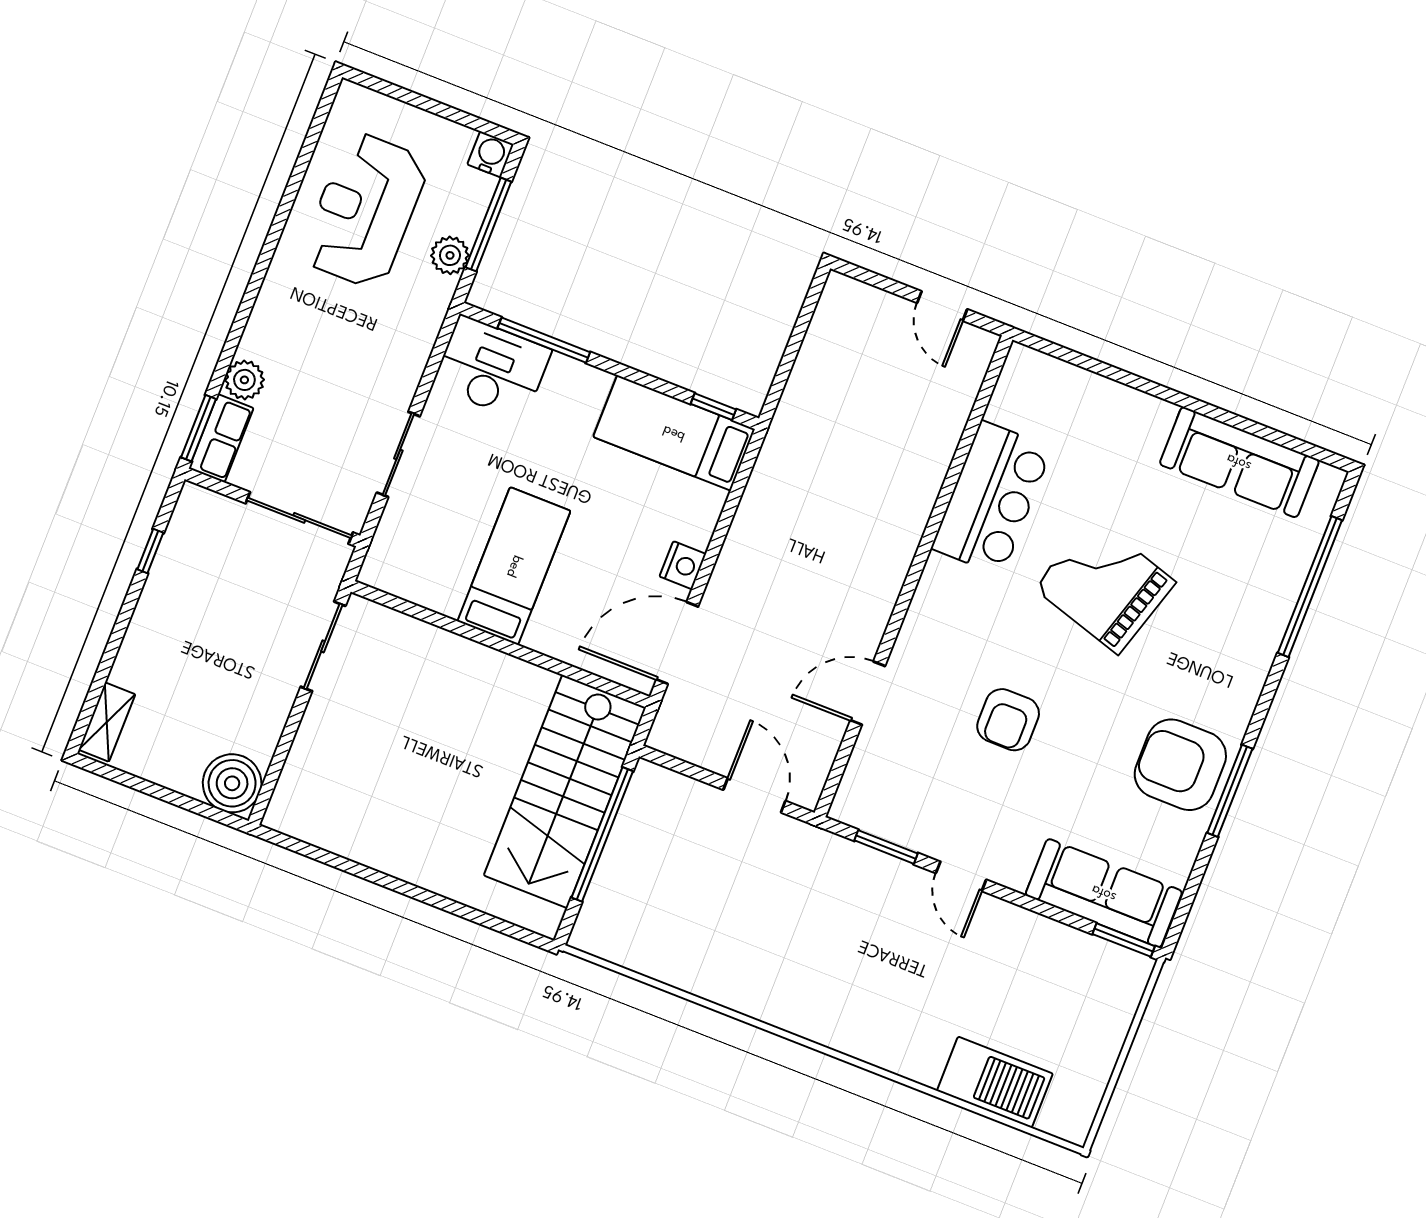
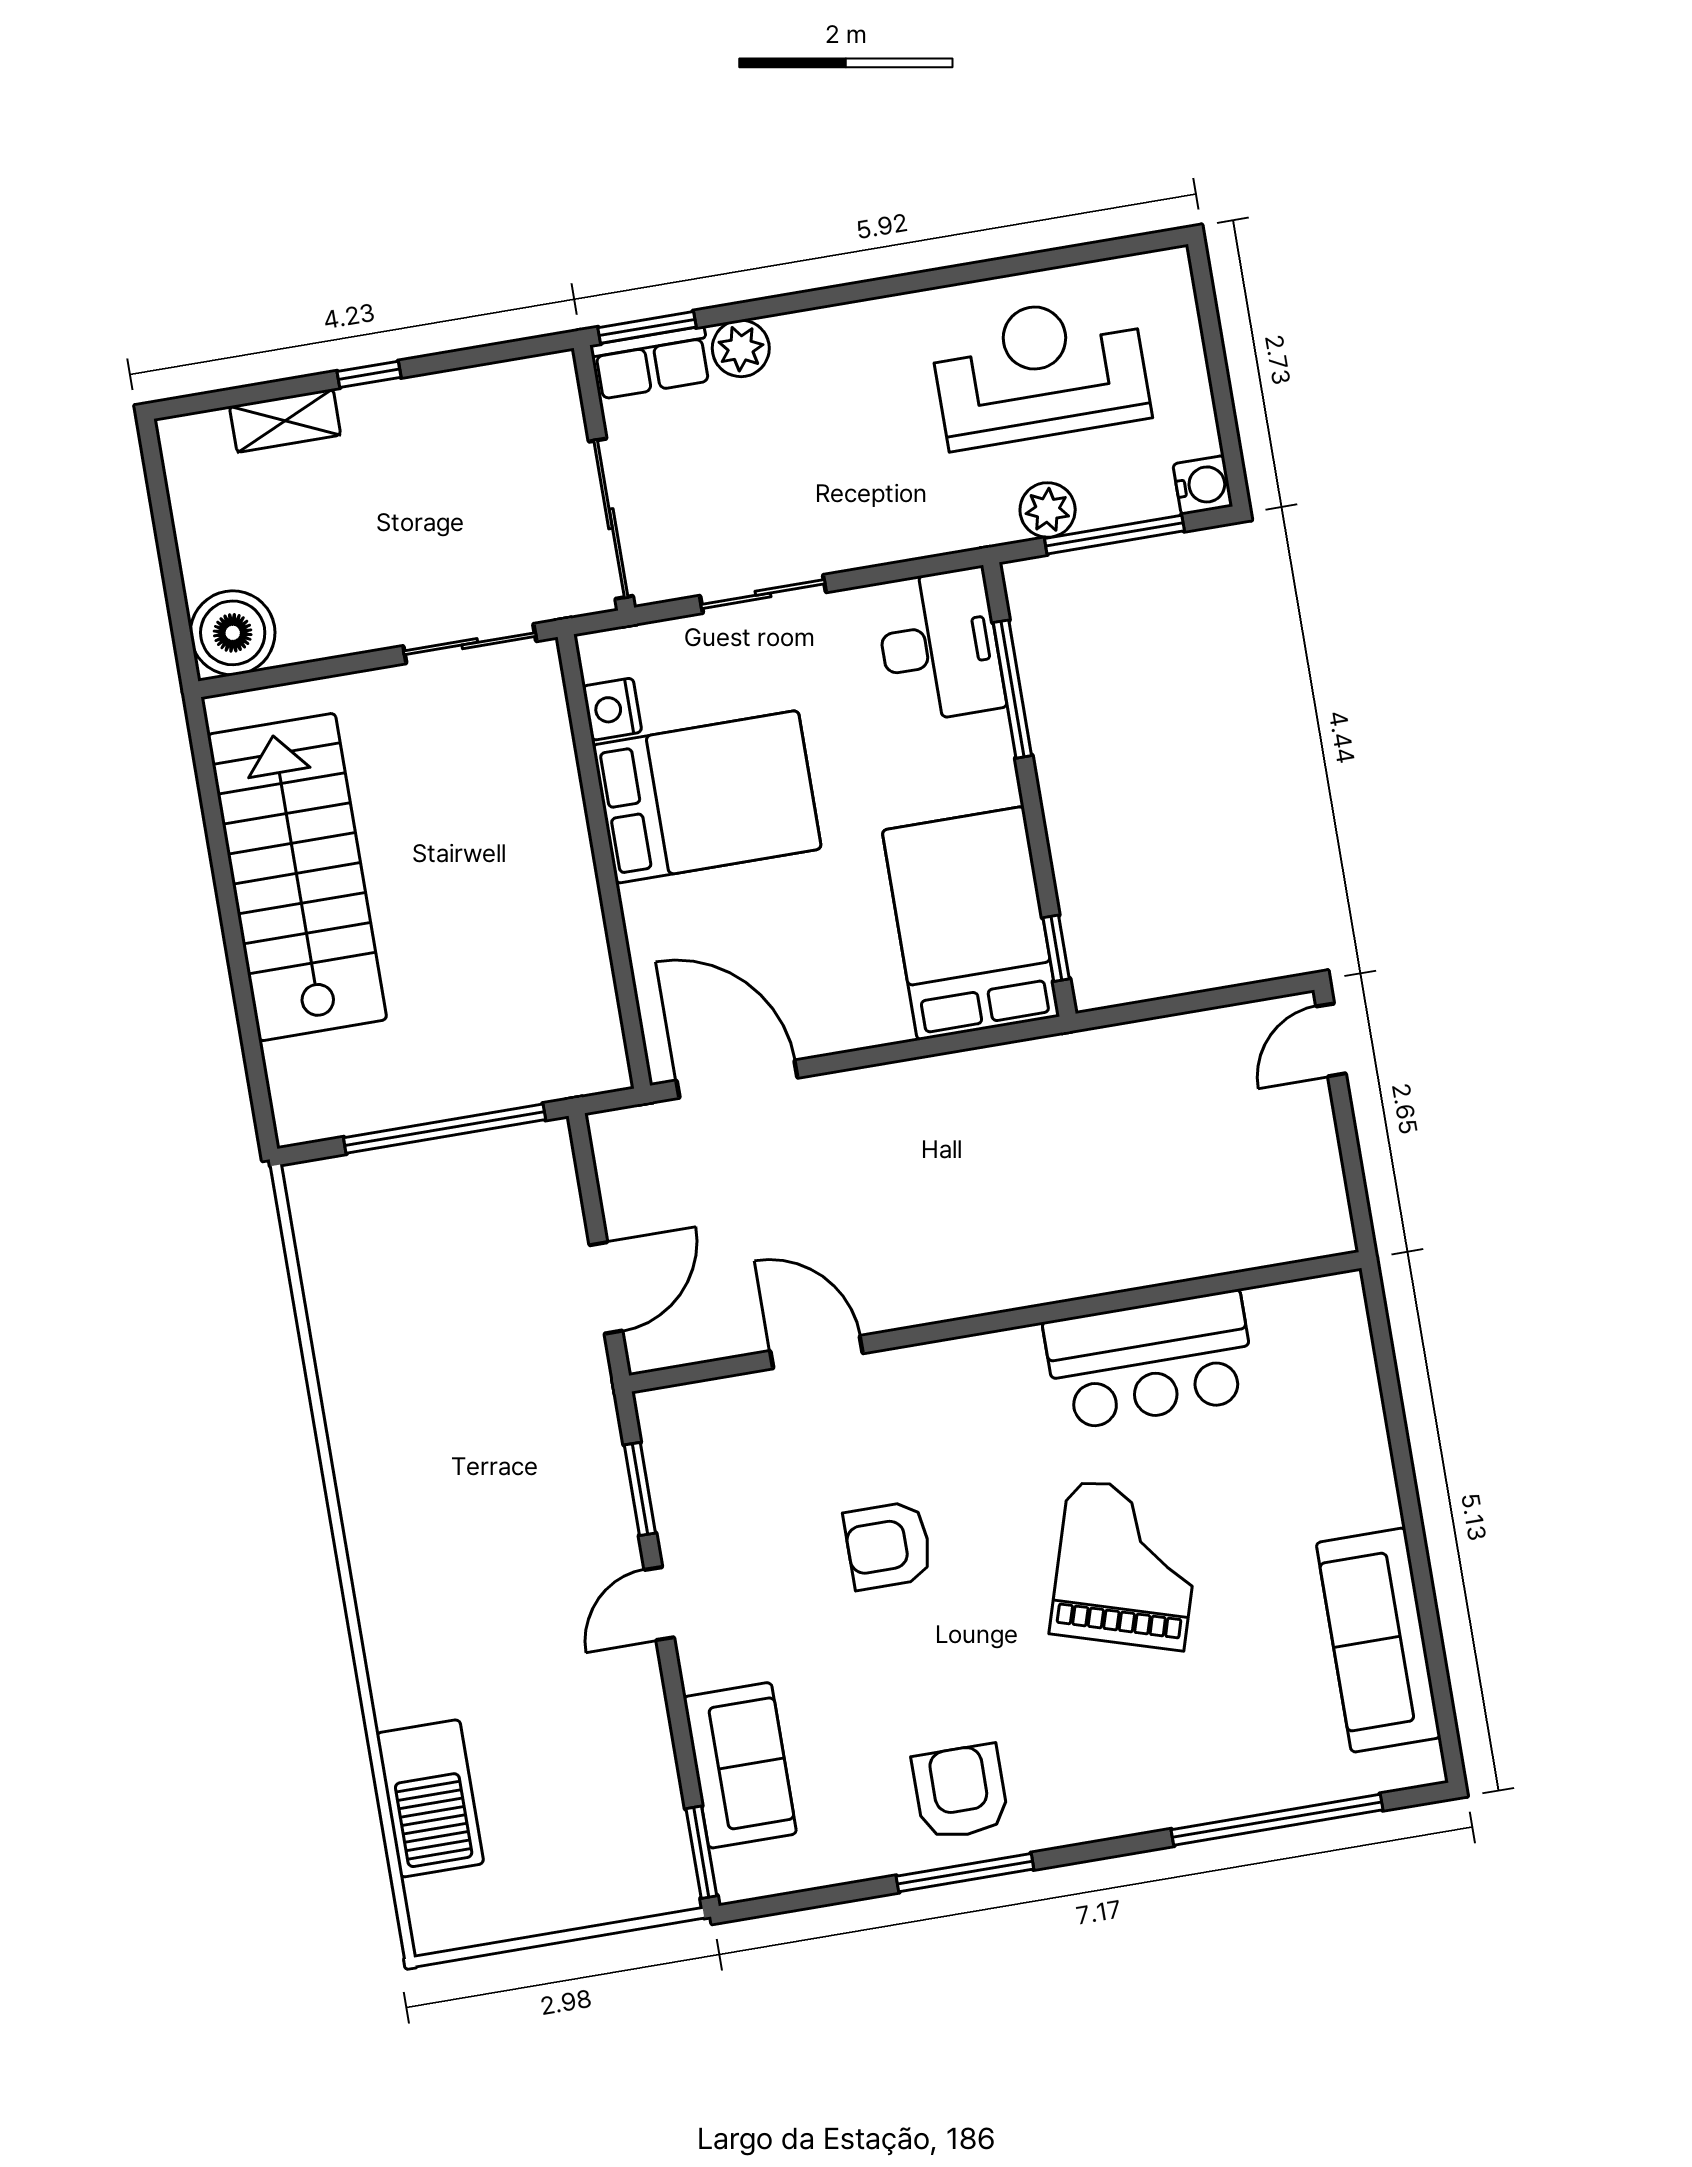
door: (942, 306) -> (1331, 1040), moved
bed: (674, 433) -> (971, 923), width x1.50
window: (150, 551) -> (369, 374), moved
nightstand: (683, 565) -> (612, 709), moved, turned 90
bed: (514, 566) -> (707, 797), width x1.50
shelving: (107, 722) -> (285, 421), moved
armchair: (1180, 765) -> (960, 1792), width x0.73, depth x0.73
stairs: (565, 791) -> (297, 877), moved, turned 90
sofa: (1104, 893) -> (740, 1765), width x0.73

